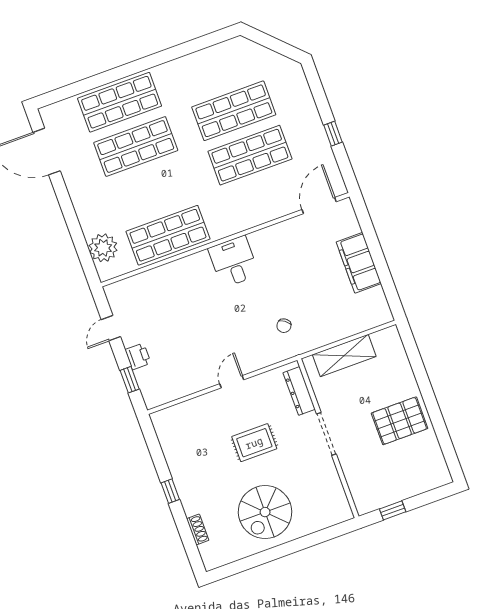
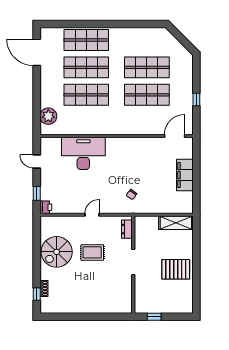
shop shelf: (168, 235) -> (86, 95), moved
desk: (234, 262) -> (83, 153), moved, width x1.87, depth x1.30
door: (111, 328) -> (37, 161), hinge flipped
printer: (138, 356) -> (46, 207), moved
shelving: (344, 356) -> (176, 223), moved
dresser: (299, 391) -> (127, 229), width x0.70
window: (170, 491) -> (37, 294), moved
spiral stairs: (265, 512) -> (57, 252), moved

